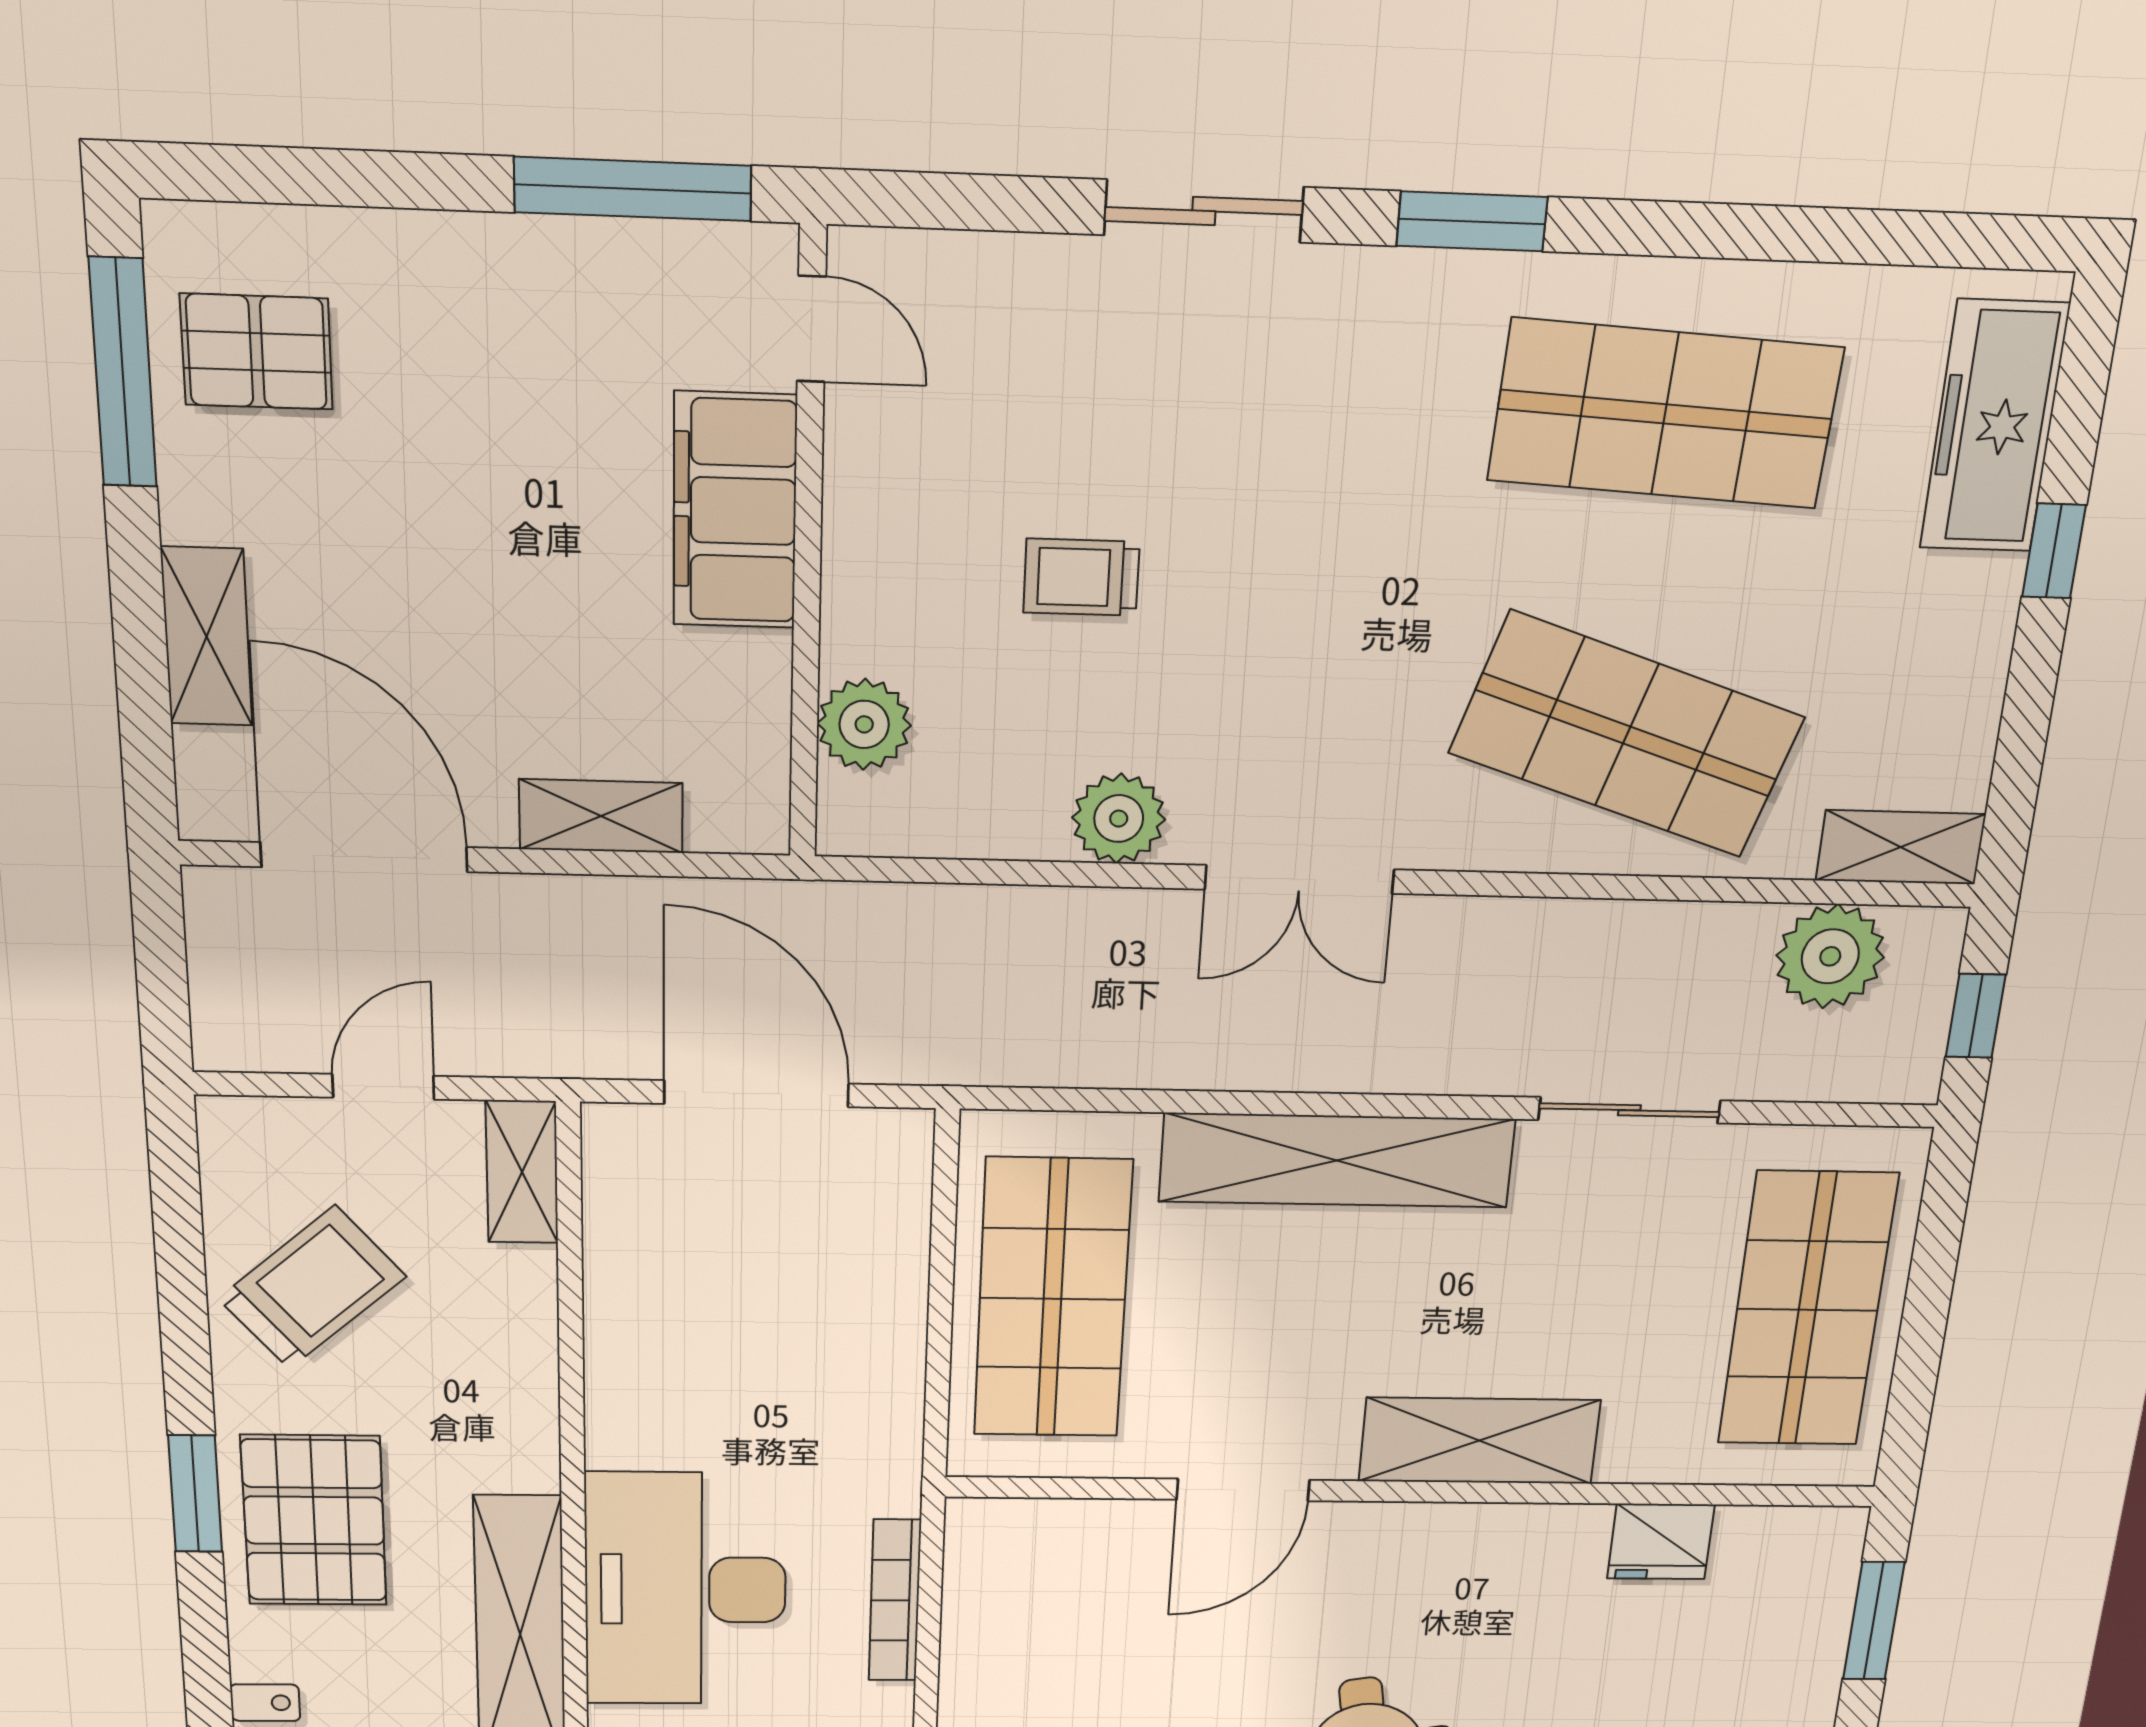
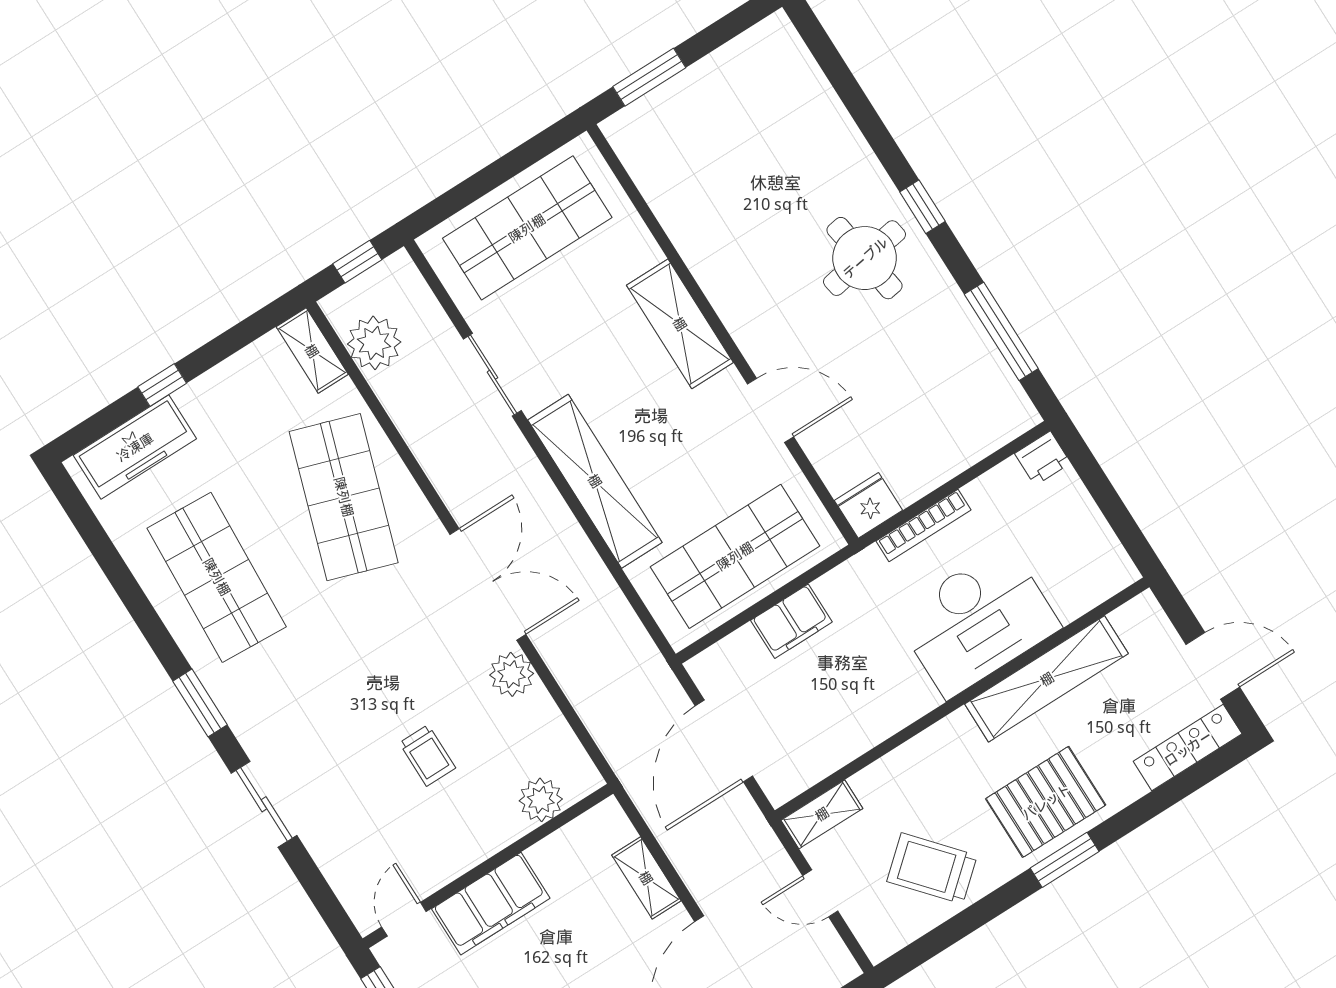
double door: (1299, 879) -> (488, 584), width x1.37
filing cabinet: (883, 1320) -> (791, 621), added
fridge: (1661, 1542) -> (868, 505), moved, turned -90

